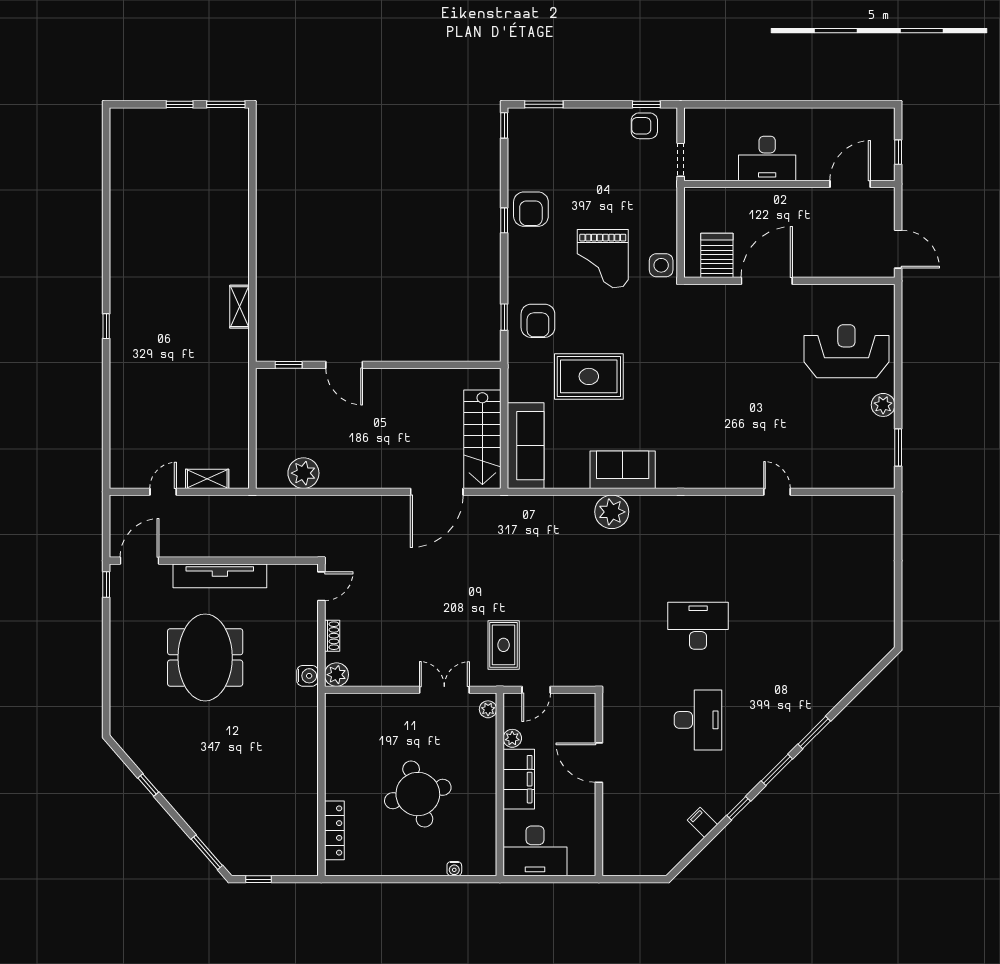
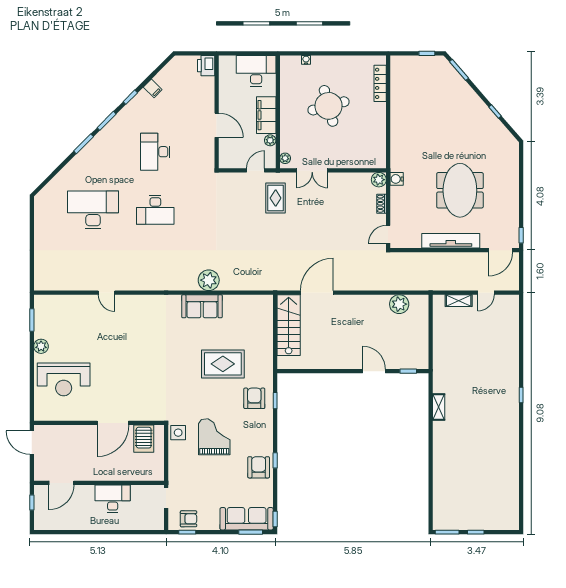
sofa: (526, 446) -> (247, 519), moved, turned 90
desk: (799, 626) -> (93, 210), added
printer: (616, 859) -> (206, 66), added

